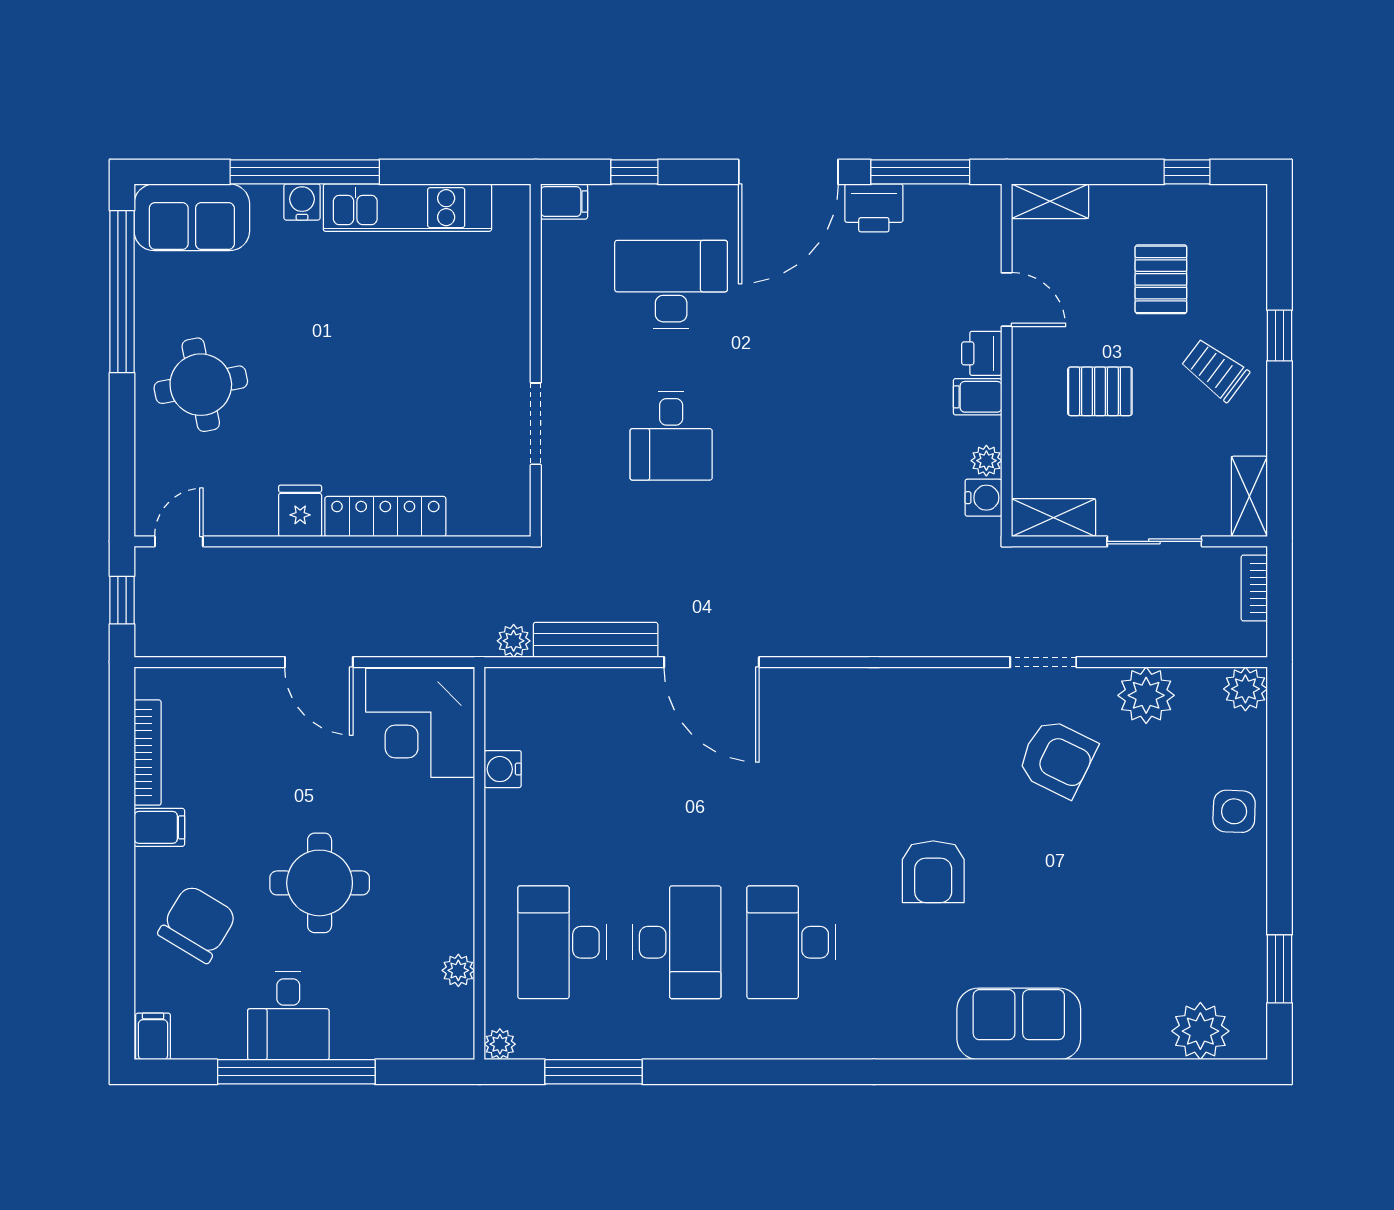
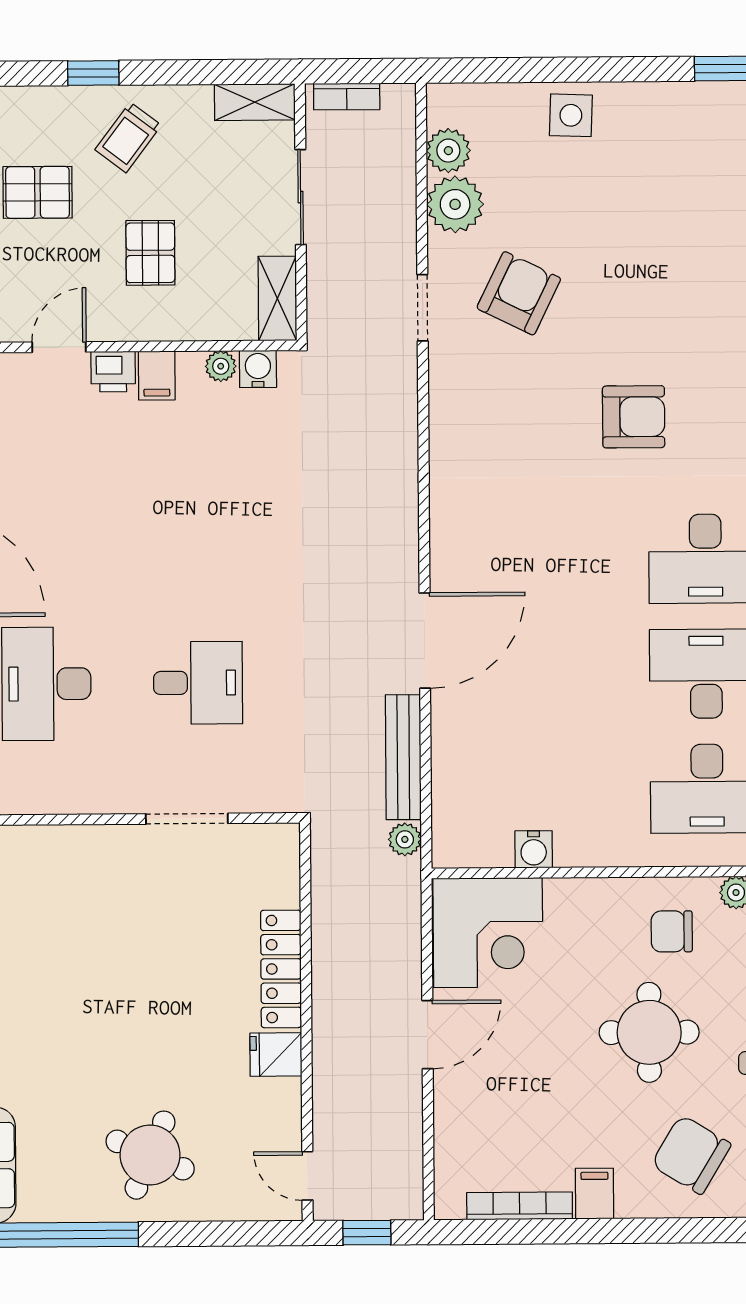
round table: (201, 385) -> (150, 1155), turned 34
plant: (1245, 689) -> (448, 151), moved
chair: (420, 906) -> (672, 931), added

